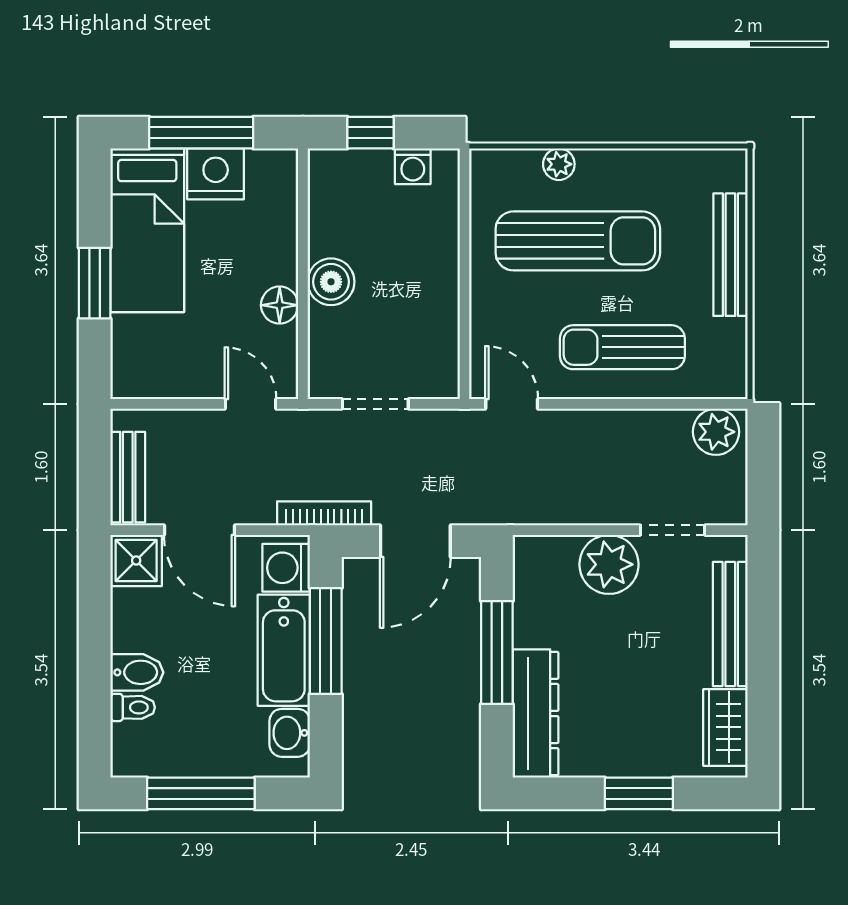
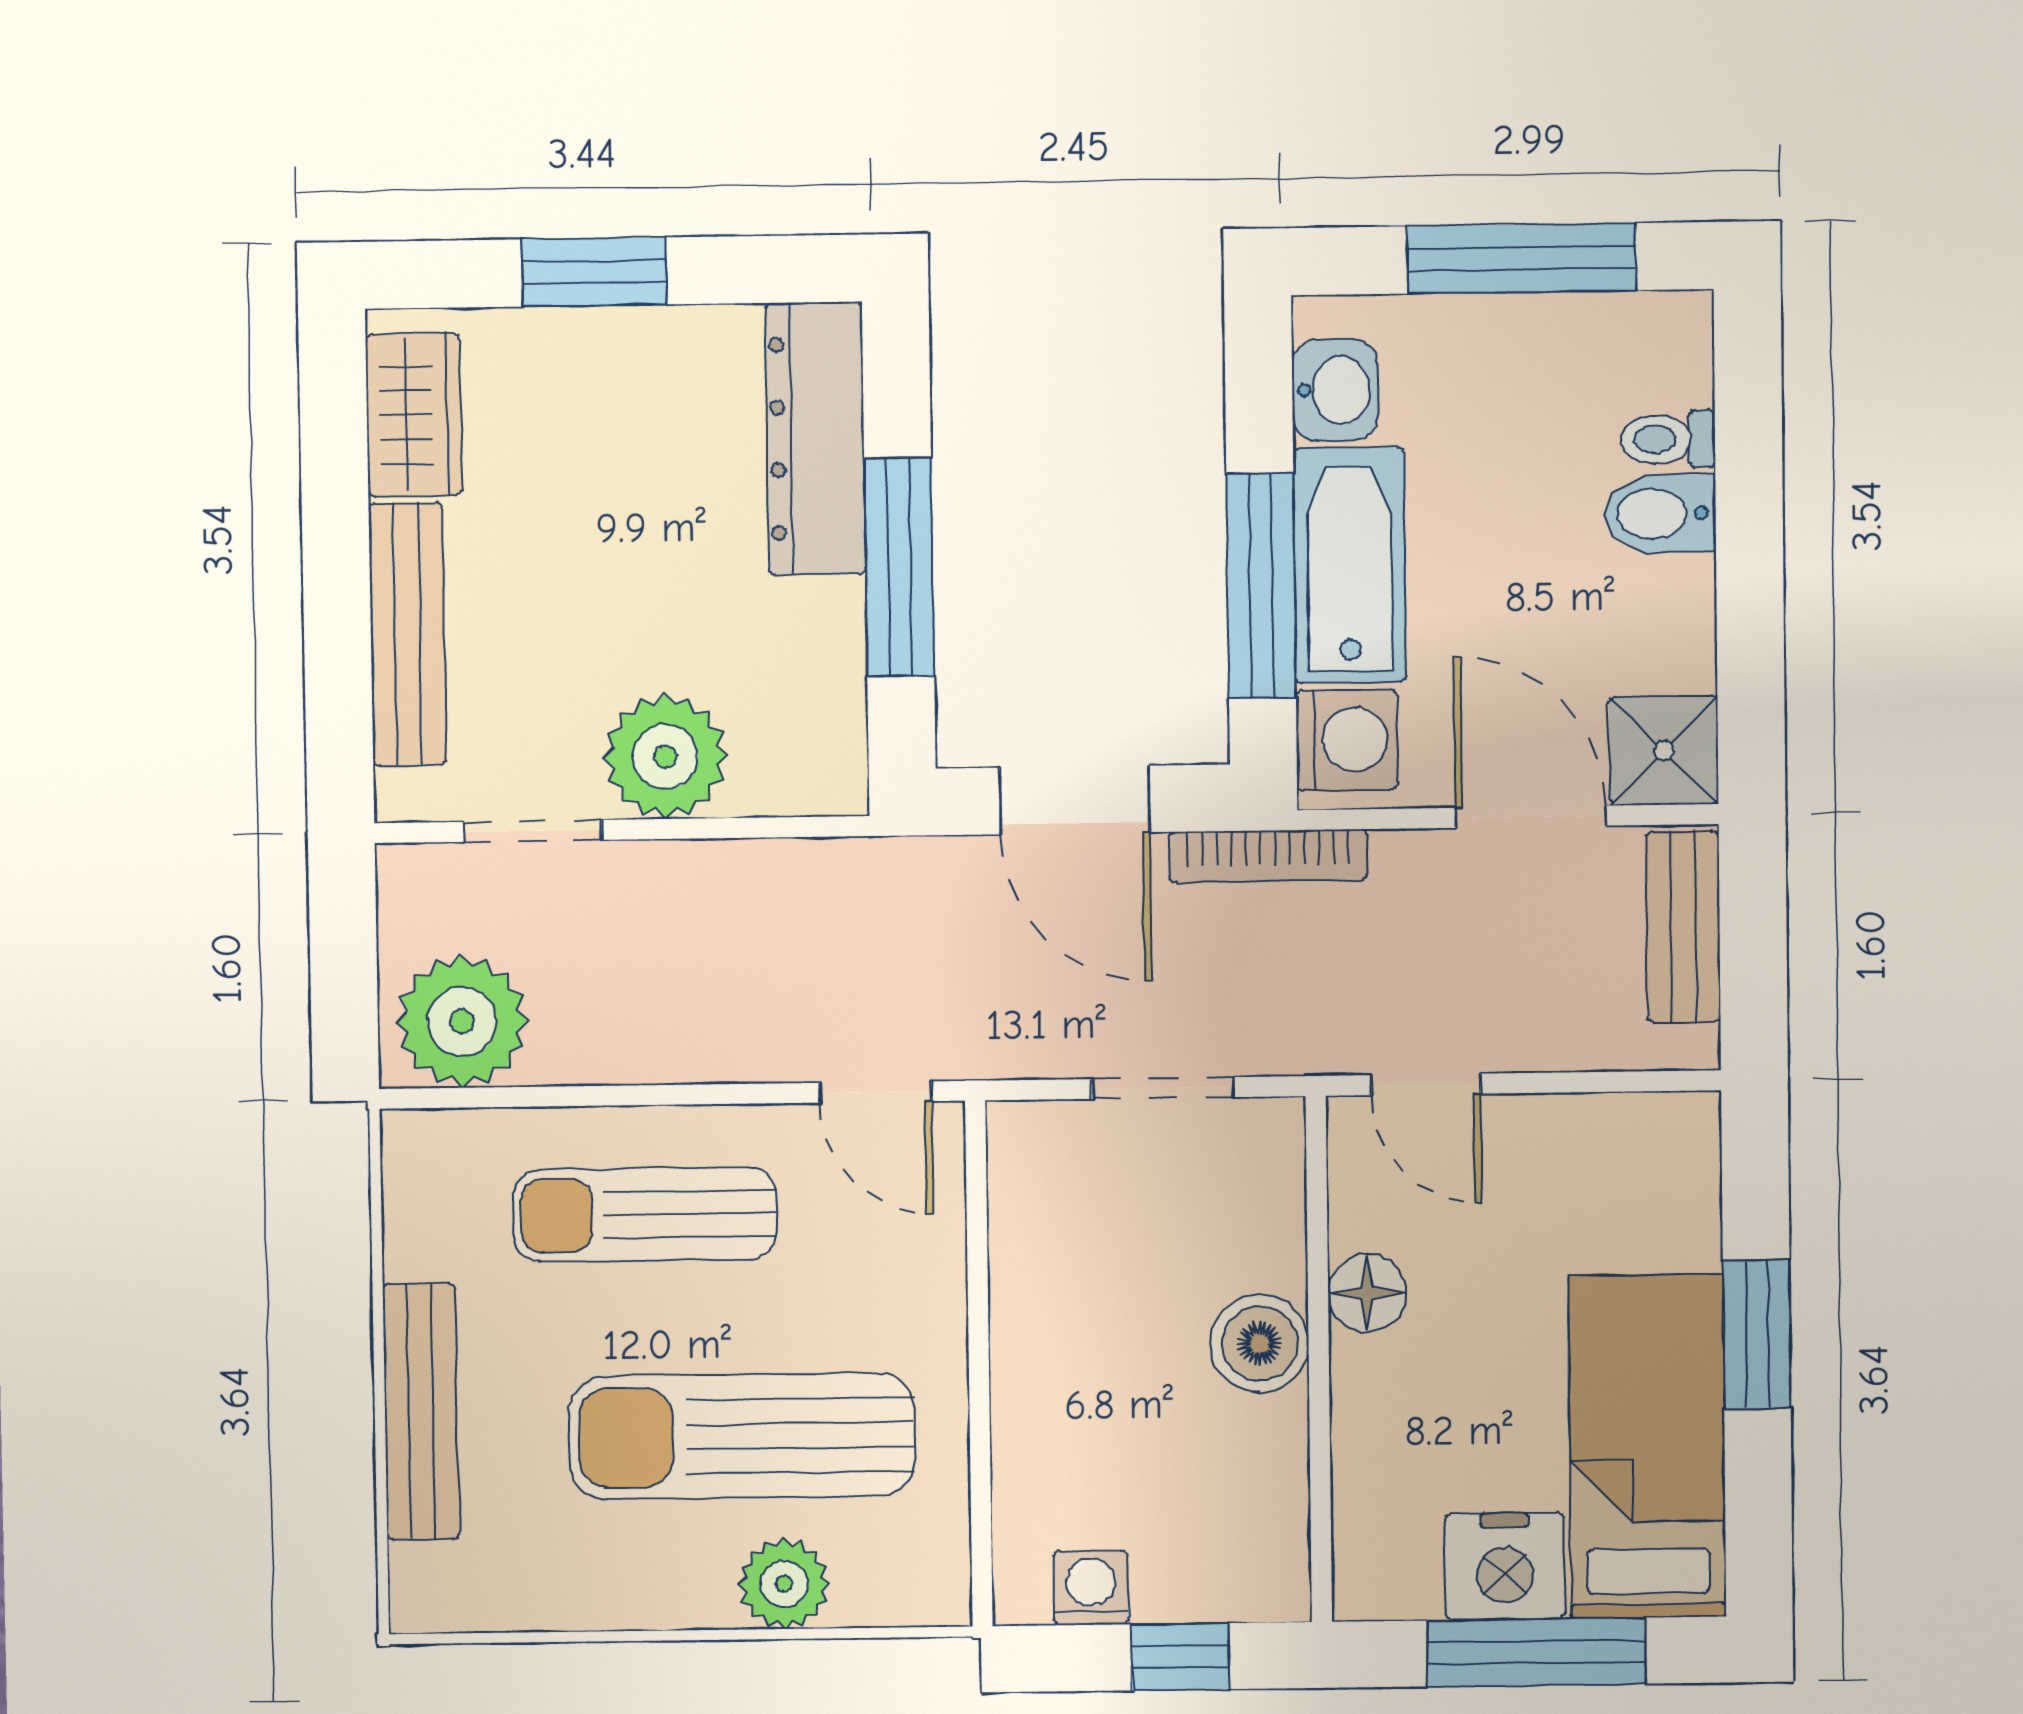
plant: (559, 164) -> (784, 1584), width x1.38, depth x1.38
sun lounger: (622, 347) -> (645, 1214), turned 180
plant: (716, 432) -> (462, 1021), width x1.36, depth x1.36
door: (415, 541) -> (1075, 800), swing flipped

